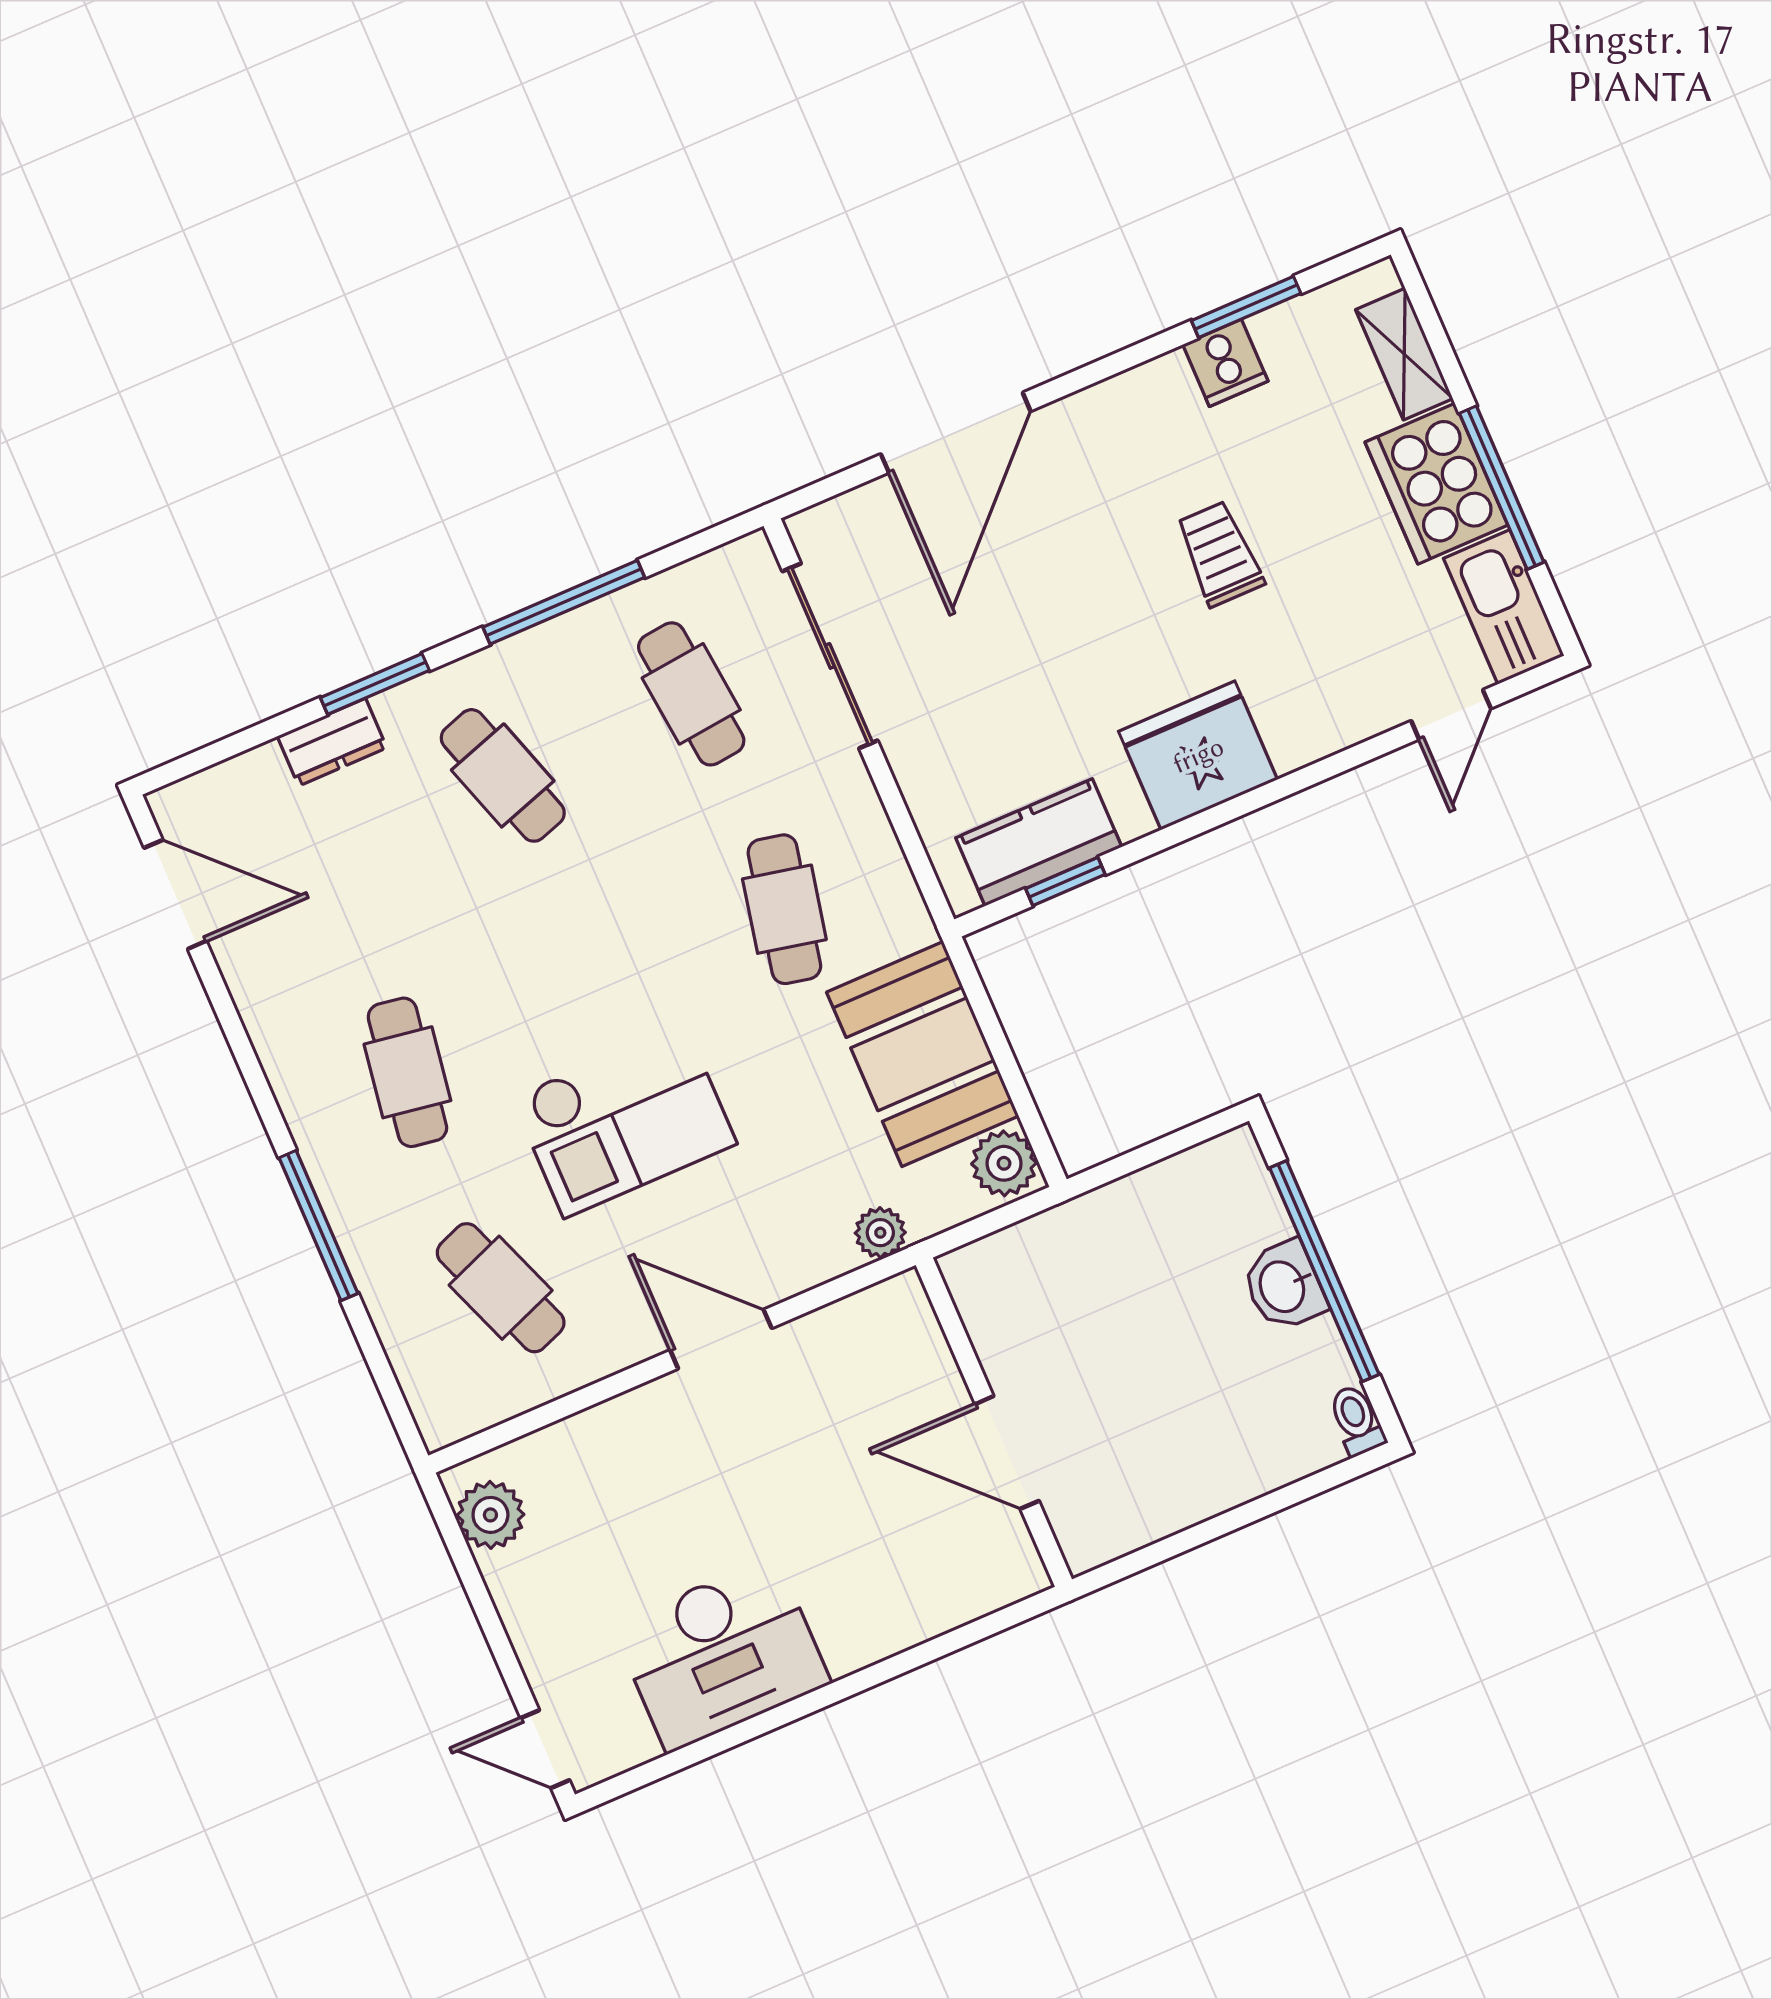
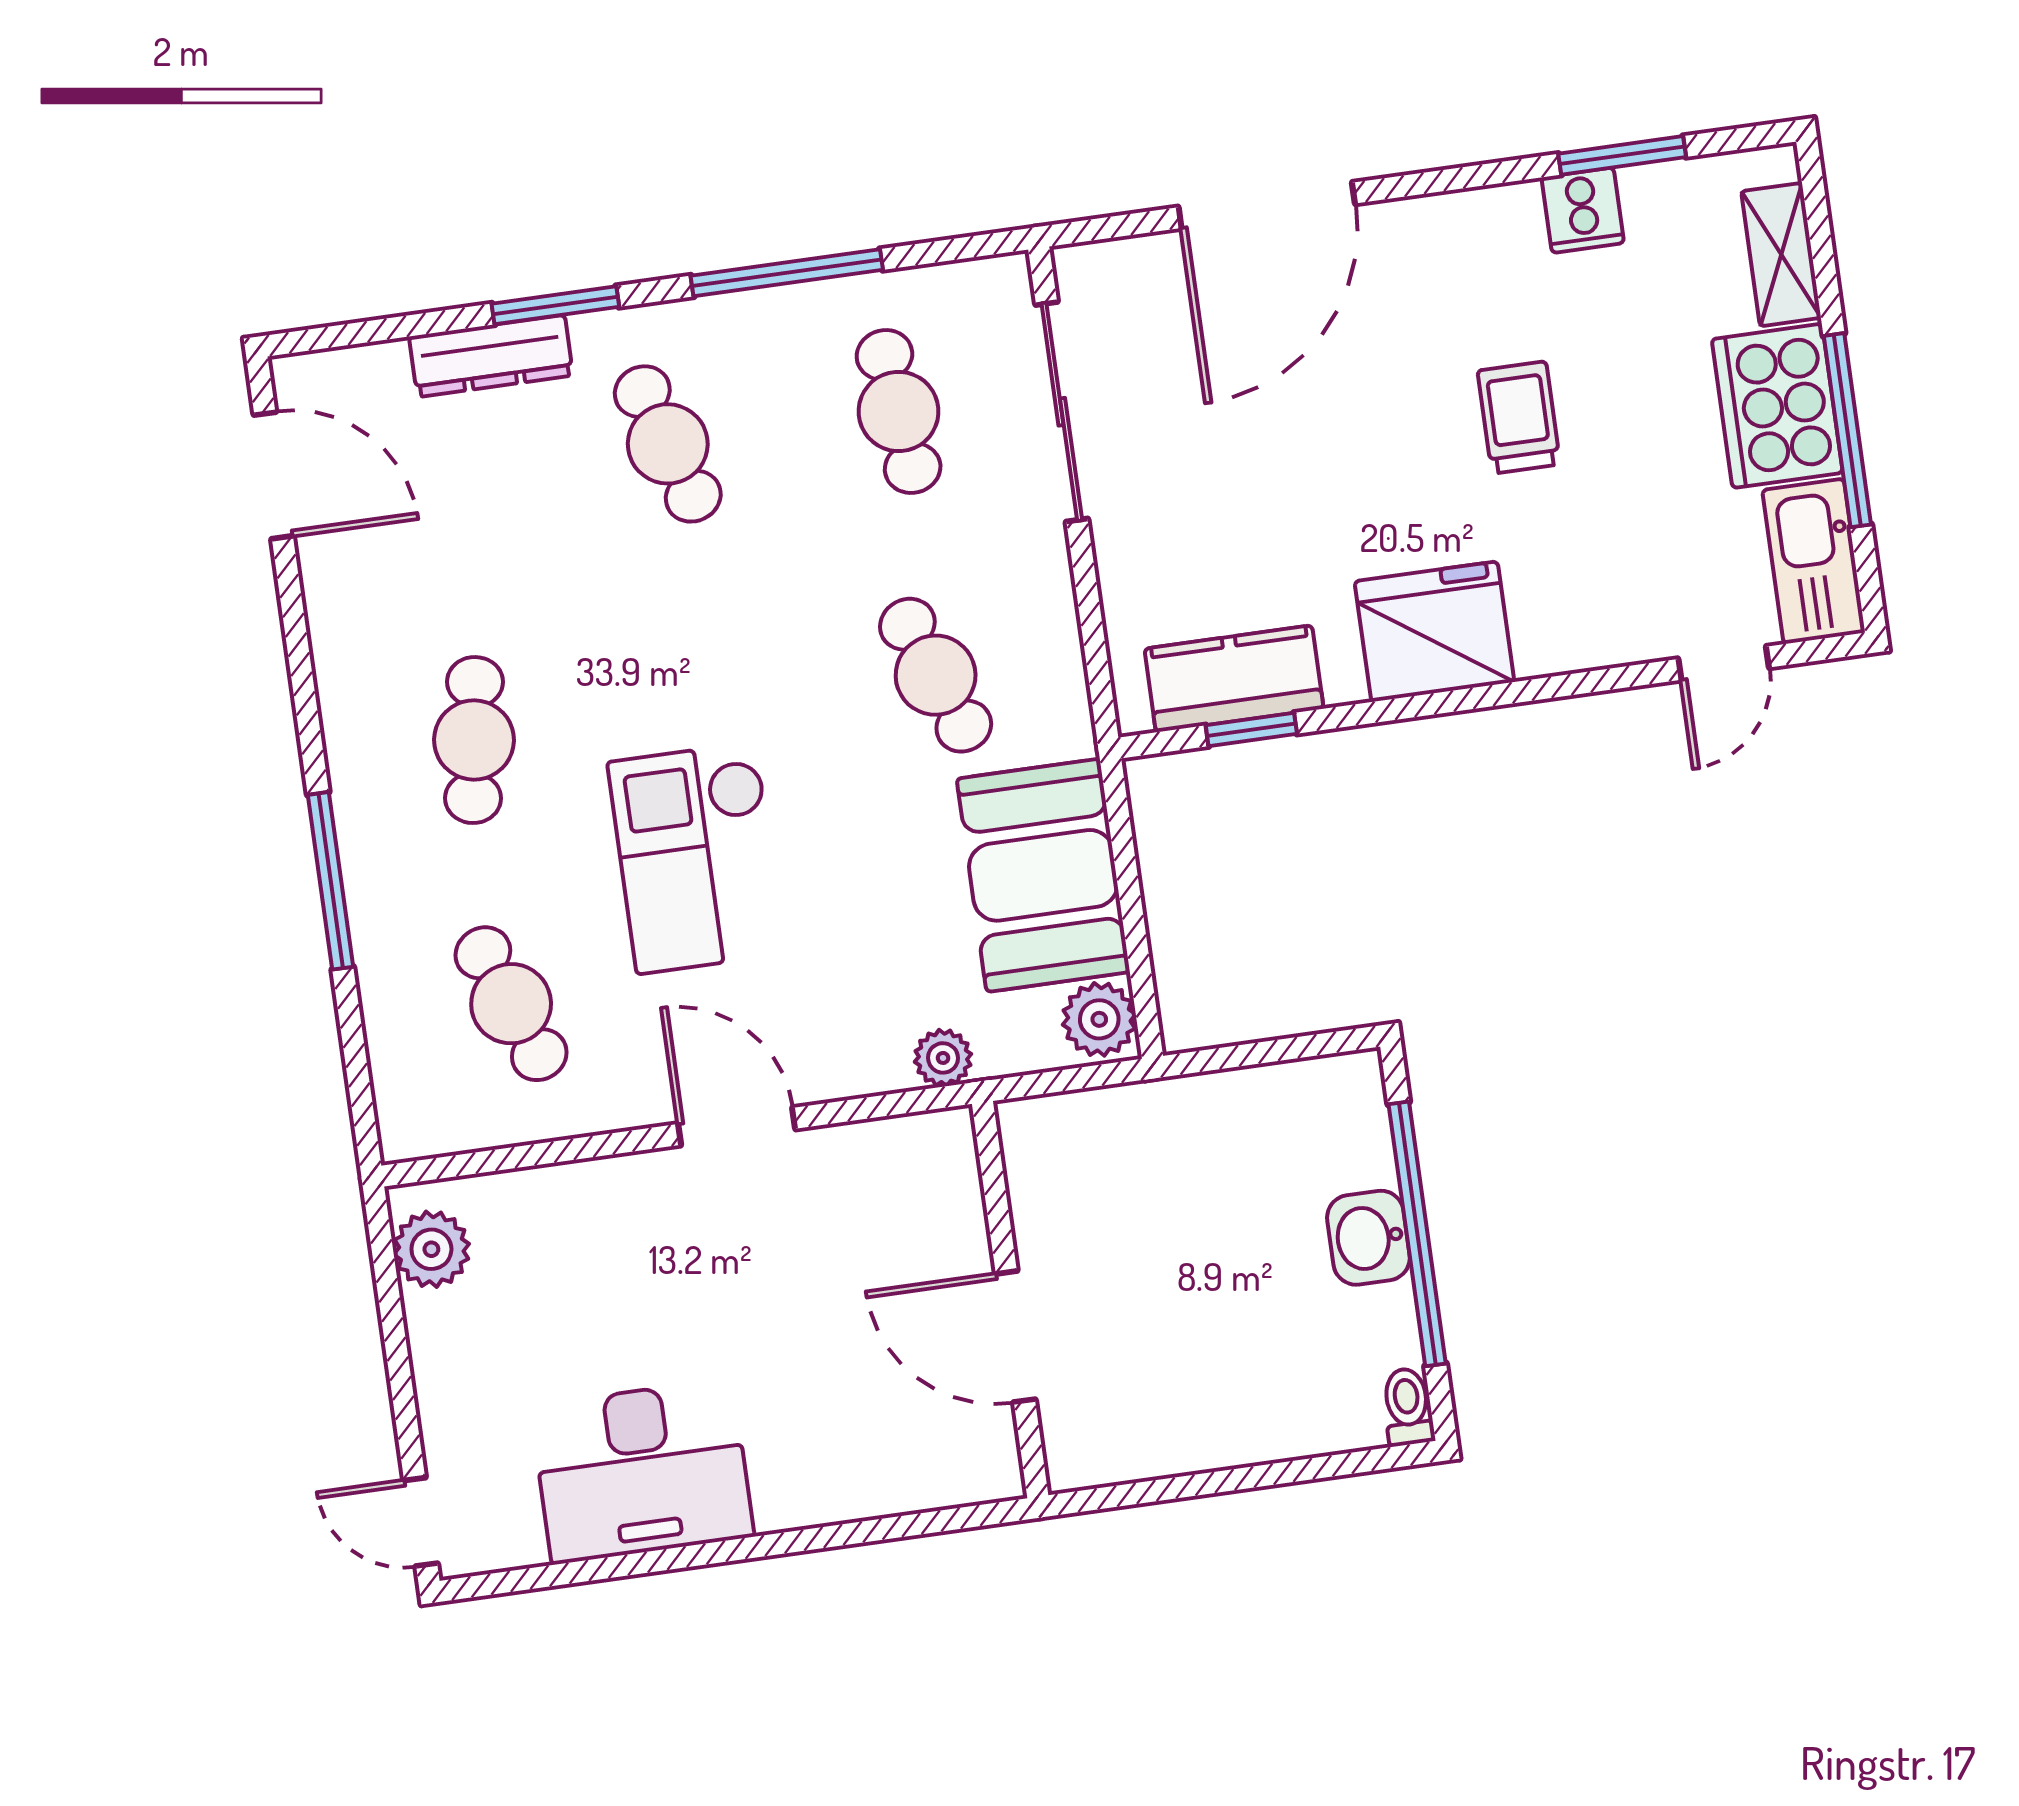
dresser: (332, 742) -> (491, 356), width x1.44
cafe table: (784, 909) -> (936, 675), turned -33
checkout: (624, 1120) -> (697, 858), turned 90

